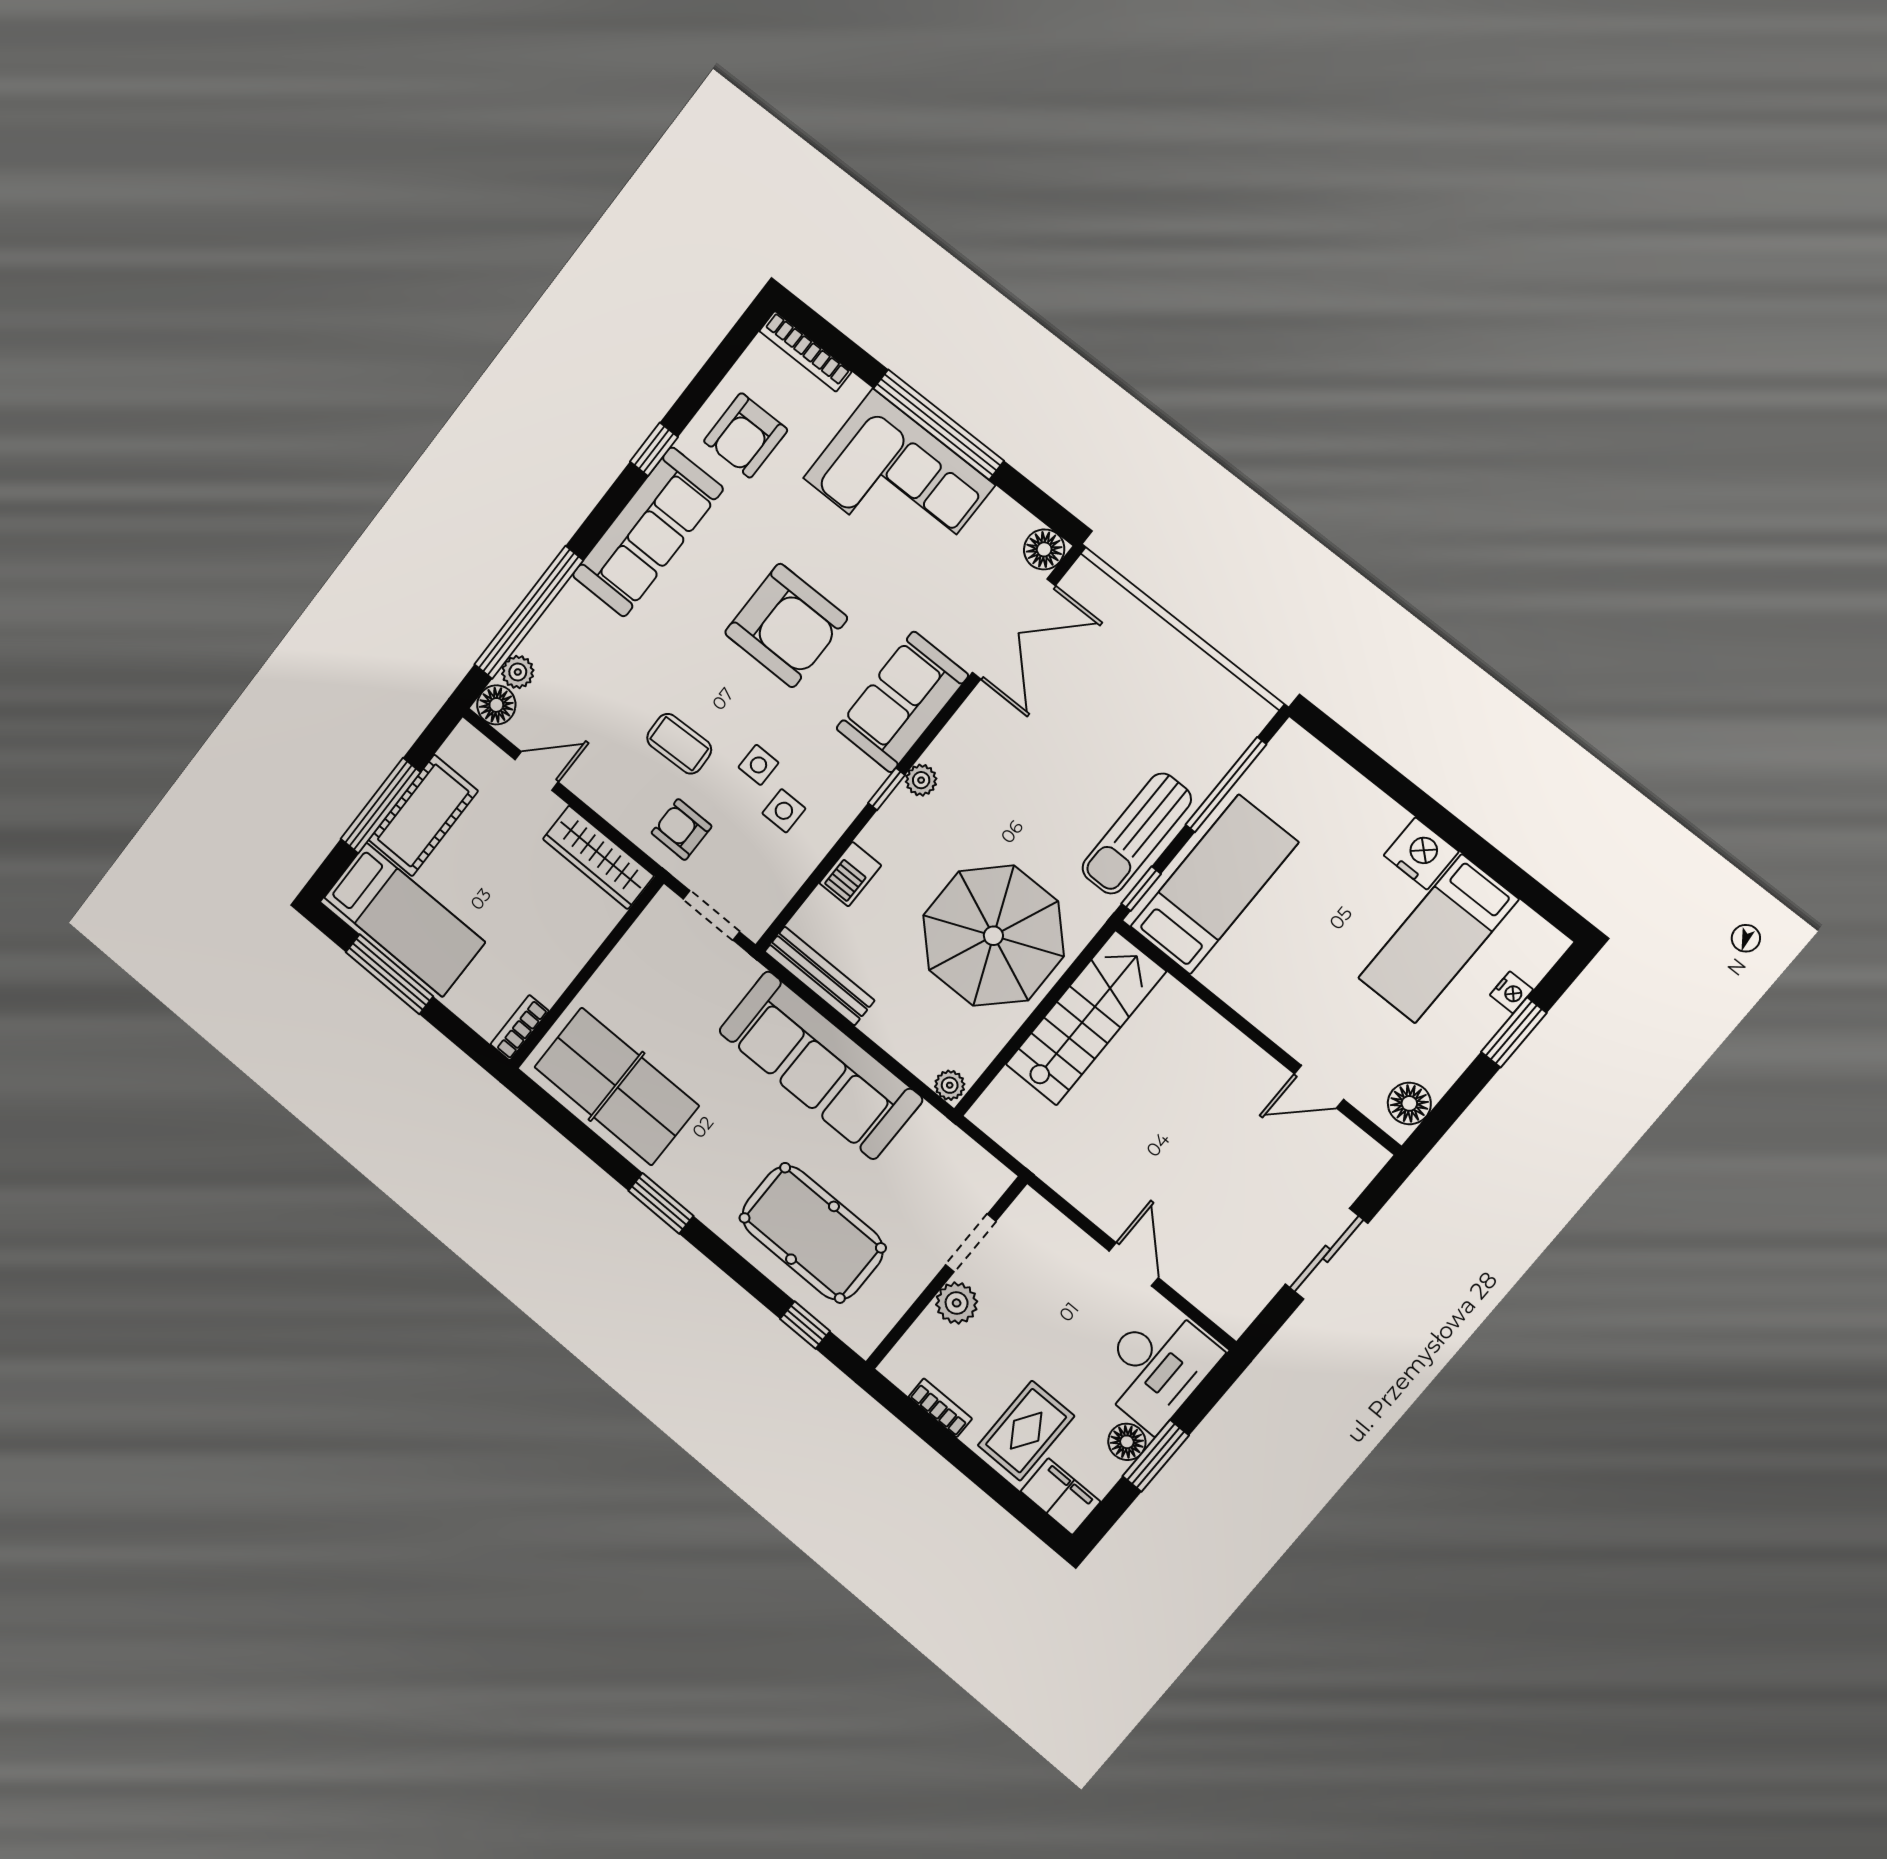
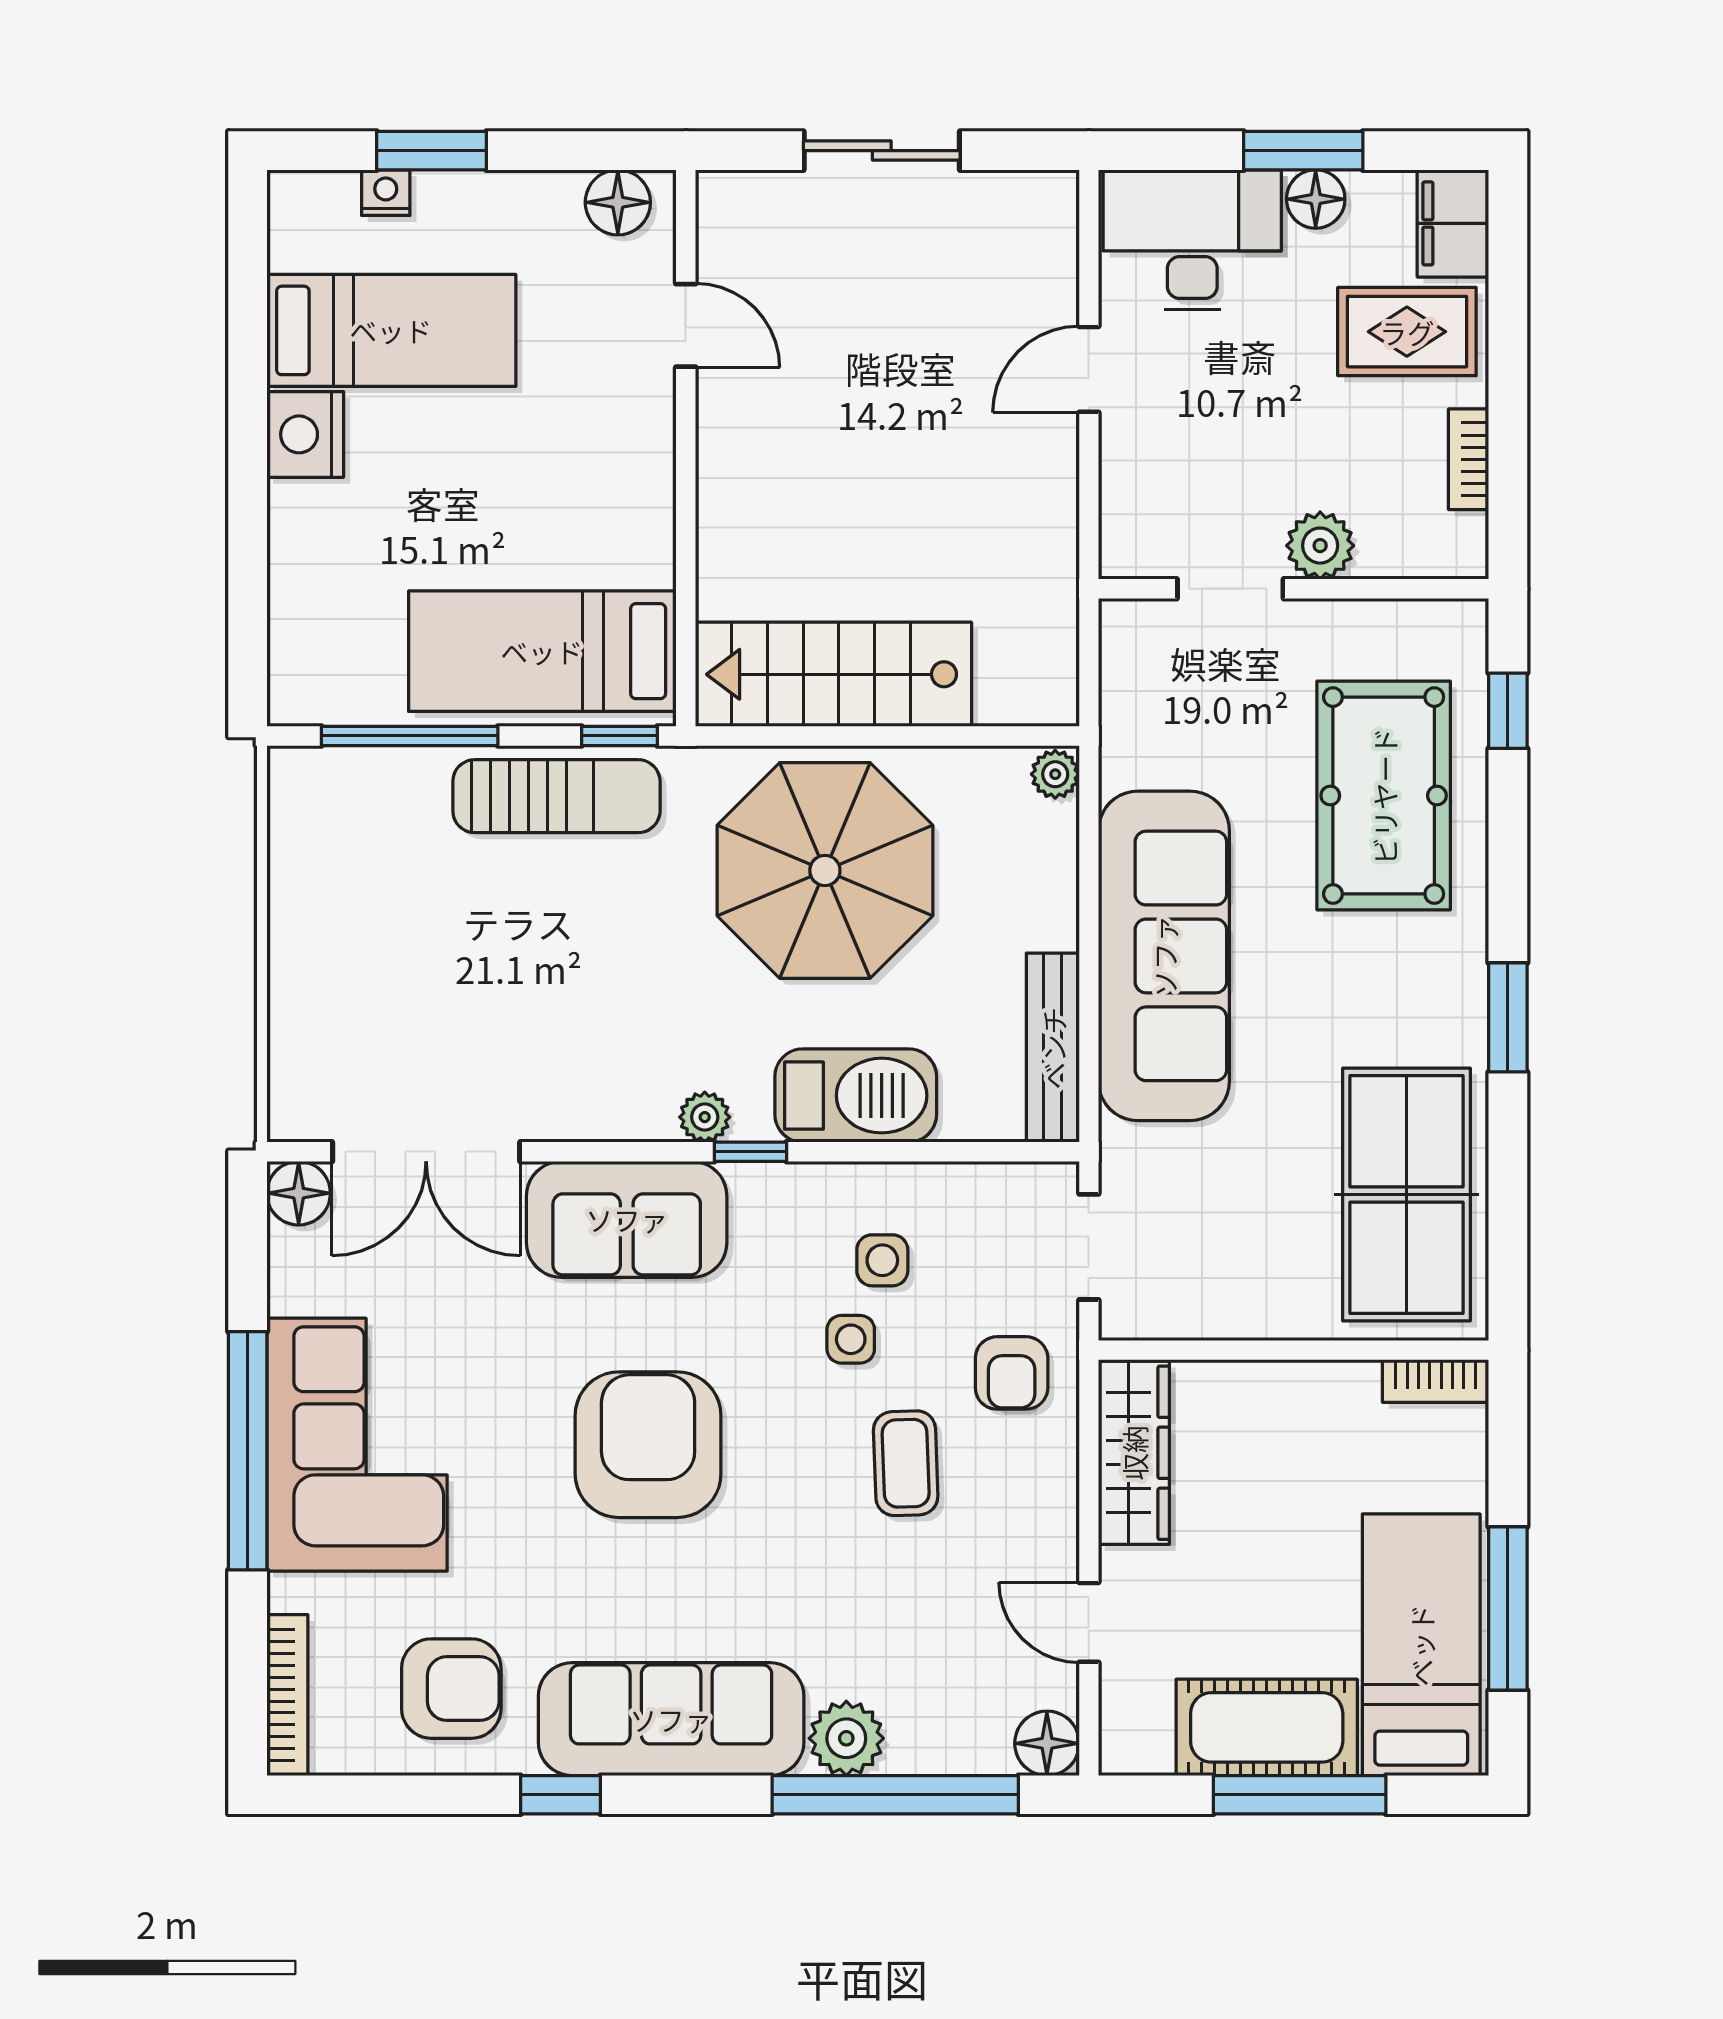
double door: (1014, 629) -> (426, 1152), swing flipped
plant: (518, 672) -> (846, 1738), moved, width x1.38, depth x1.38
barbecue: (850, 874) -> (856, 1096), width x1.88, depth x1.53

